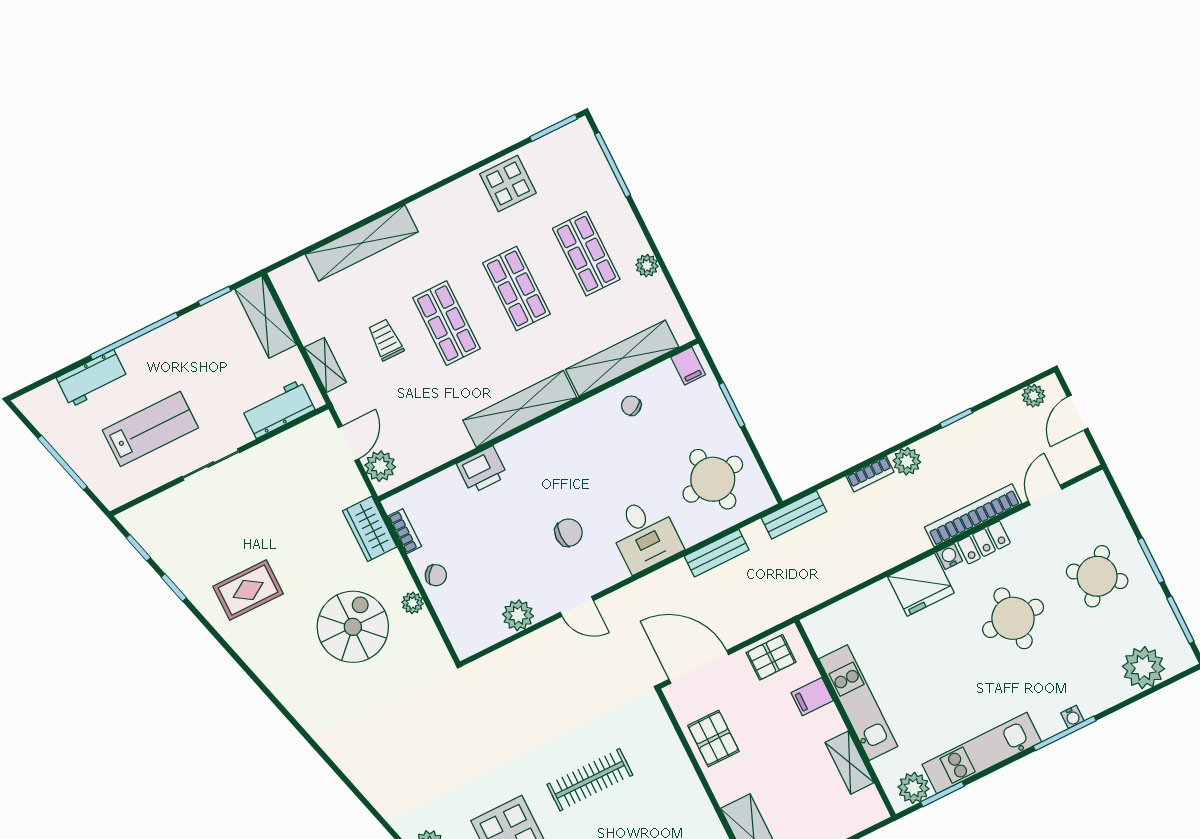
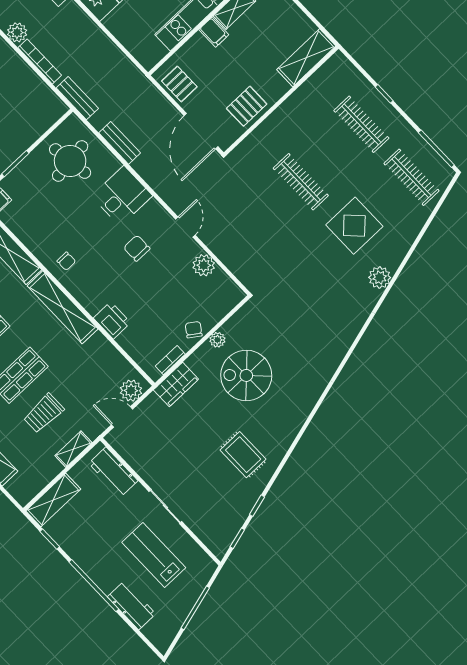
trolley: (386, 340) -> (44, 413), width x1.36, depth x1.39
chair: (631, 406) -> (66, 261), moved, turned -59
bookcase: (870, 474) -> (40, 61), width x1.56
filing cabinet: (812, 697) -> (214, 32), moved

